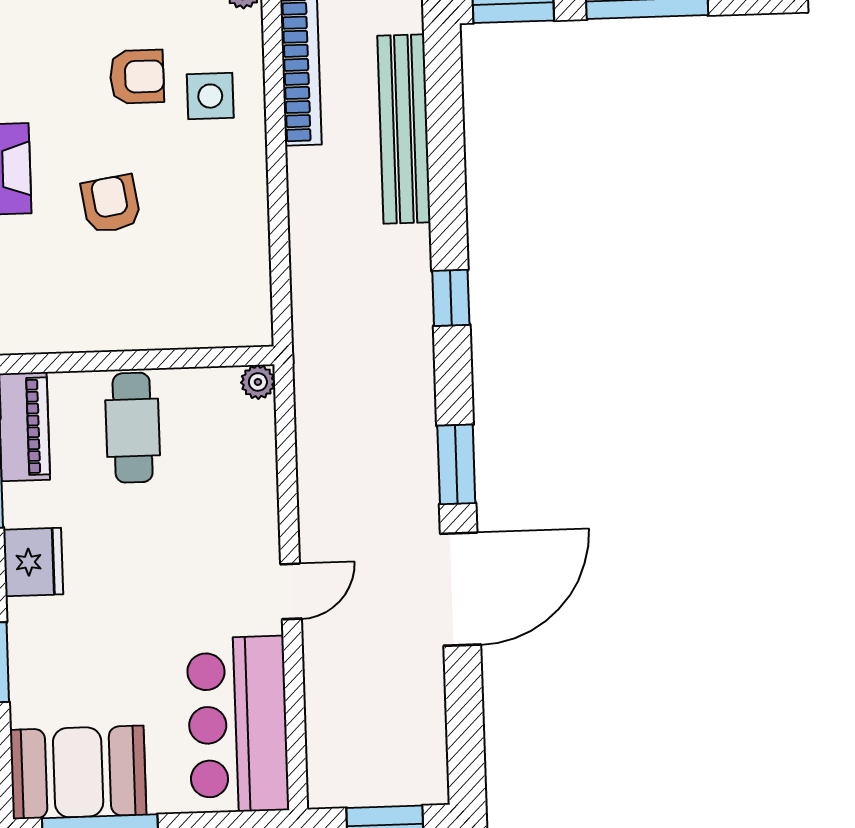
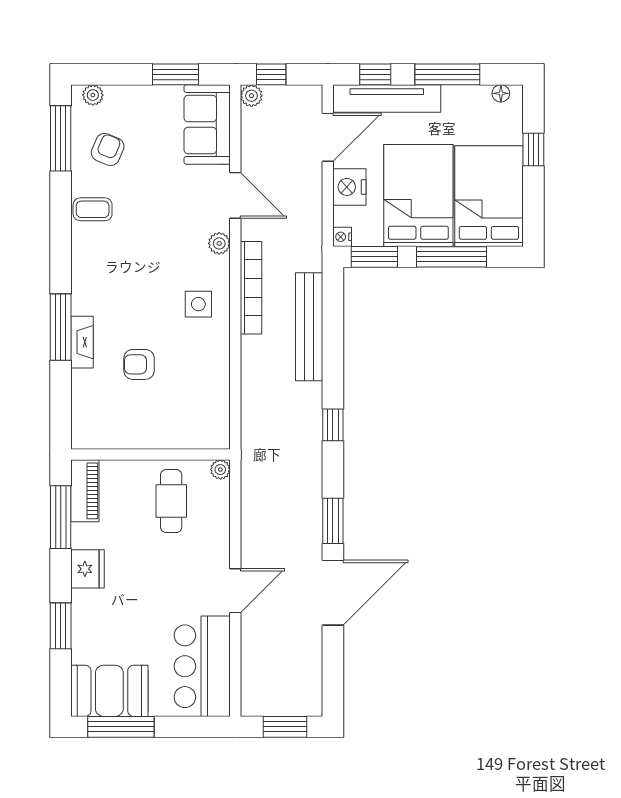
armchair: (137, 77) -> (157, 292), removed
armchair: (111, 204) -> (139, 364), turned -81
cafe table: (133, 428) -> (171, 501), moved
door: (291, 591) -> (235, 591), width x1.37

